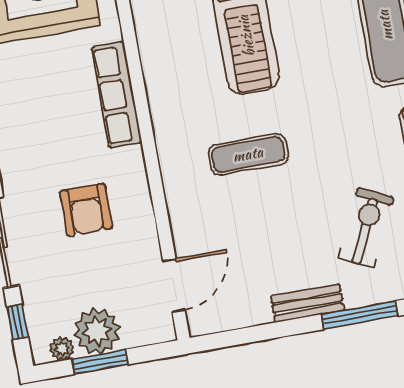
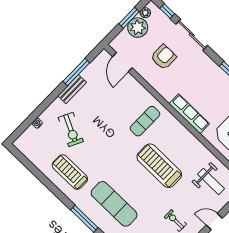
exercise mat: (248, 154) -> (145, 121), moved
armchair: (86, 210) -> (164, 57), moved, turned 90
window: (360, 315) -> (76, 72), moved

